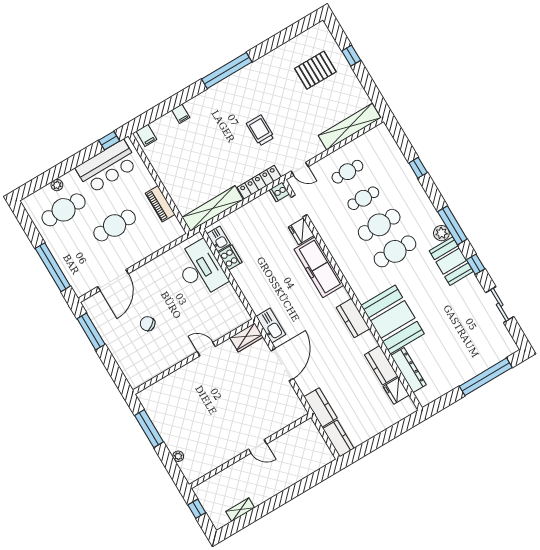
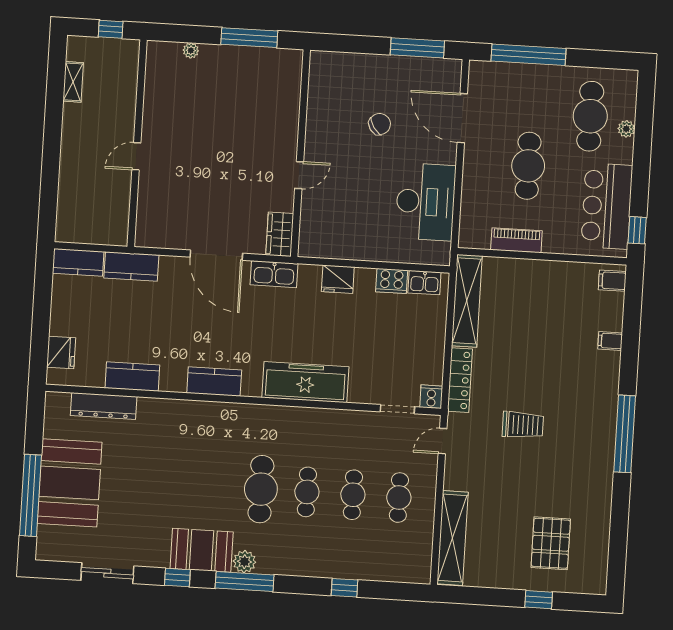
cafe table: (379, 225) -> (307, 492), width x0.73, depth x0.74
fridge: (301, 231) -> (338, 279), moved, turned 180
desk: (200, 269) -> (426, 202), moved, turned -90
booth: (393, 320) -> (70, 483), moved, turned 90
fridge: (396, 391) -> (61, 353), moved, turned 90

